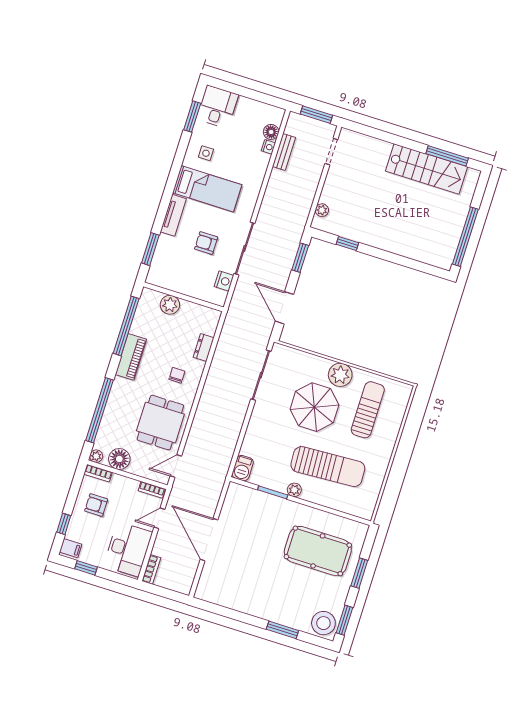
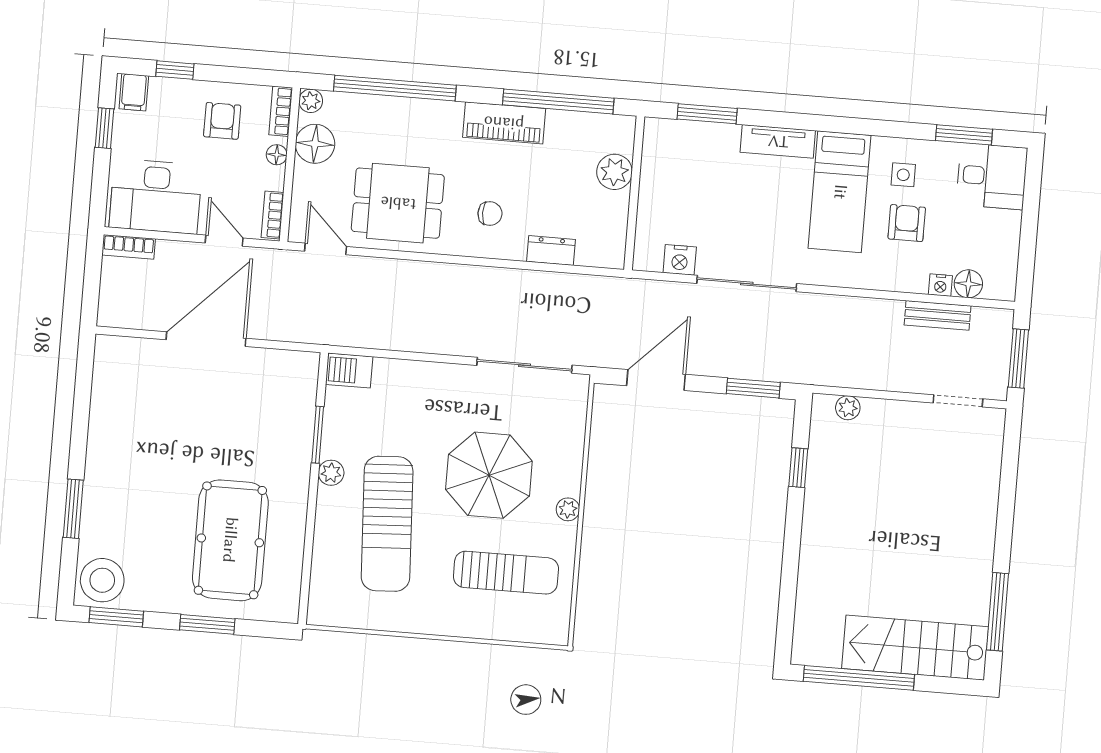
stairs: (426, 169) -> (915, 648), moved, turned 90
armchair: (206, 243) -> (907, 223), moved
plant: (340, 375) -> (568, 509), width x0.53, depth x0.53
floor lamp: (120, 480) -> (277, 155), added

